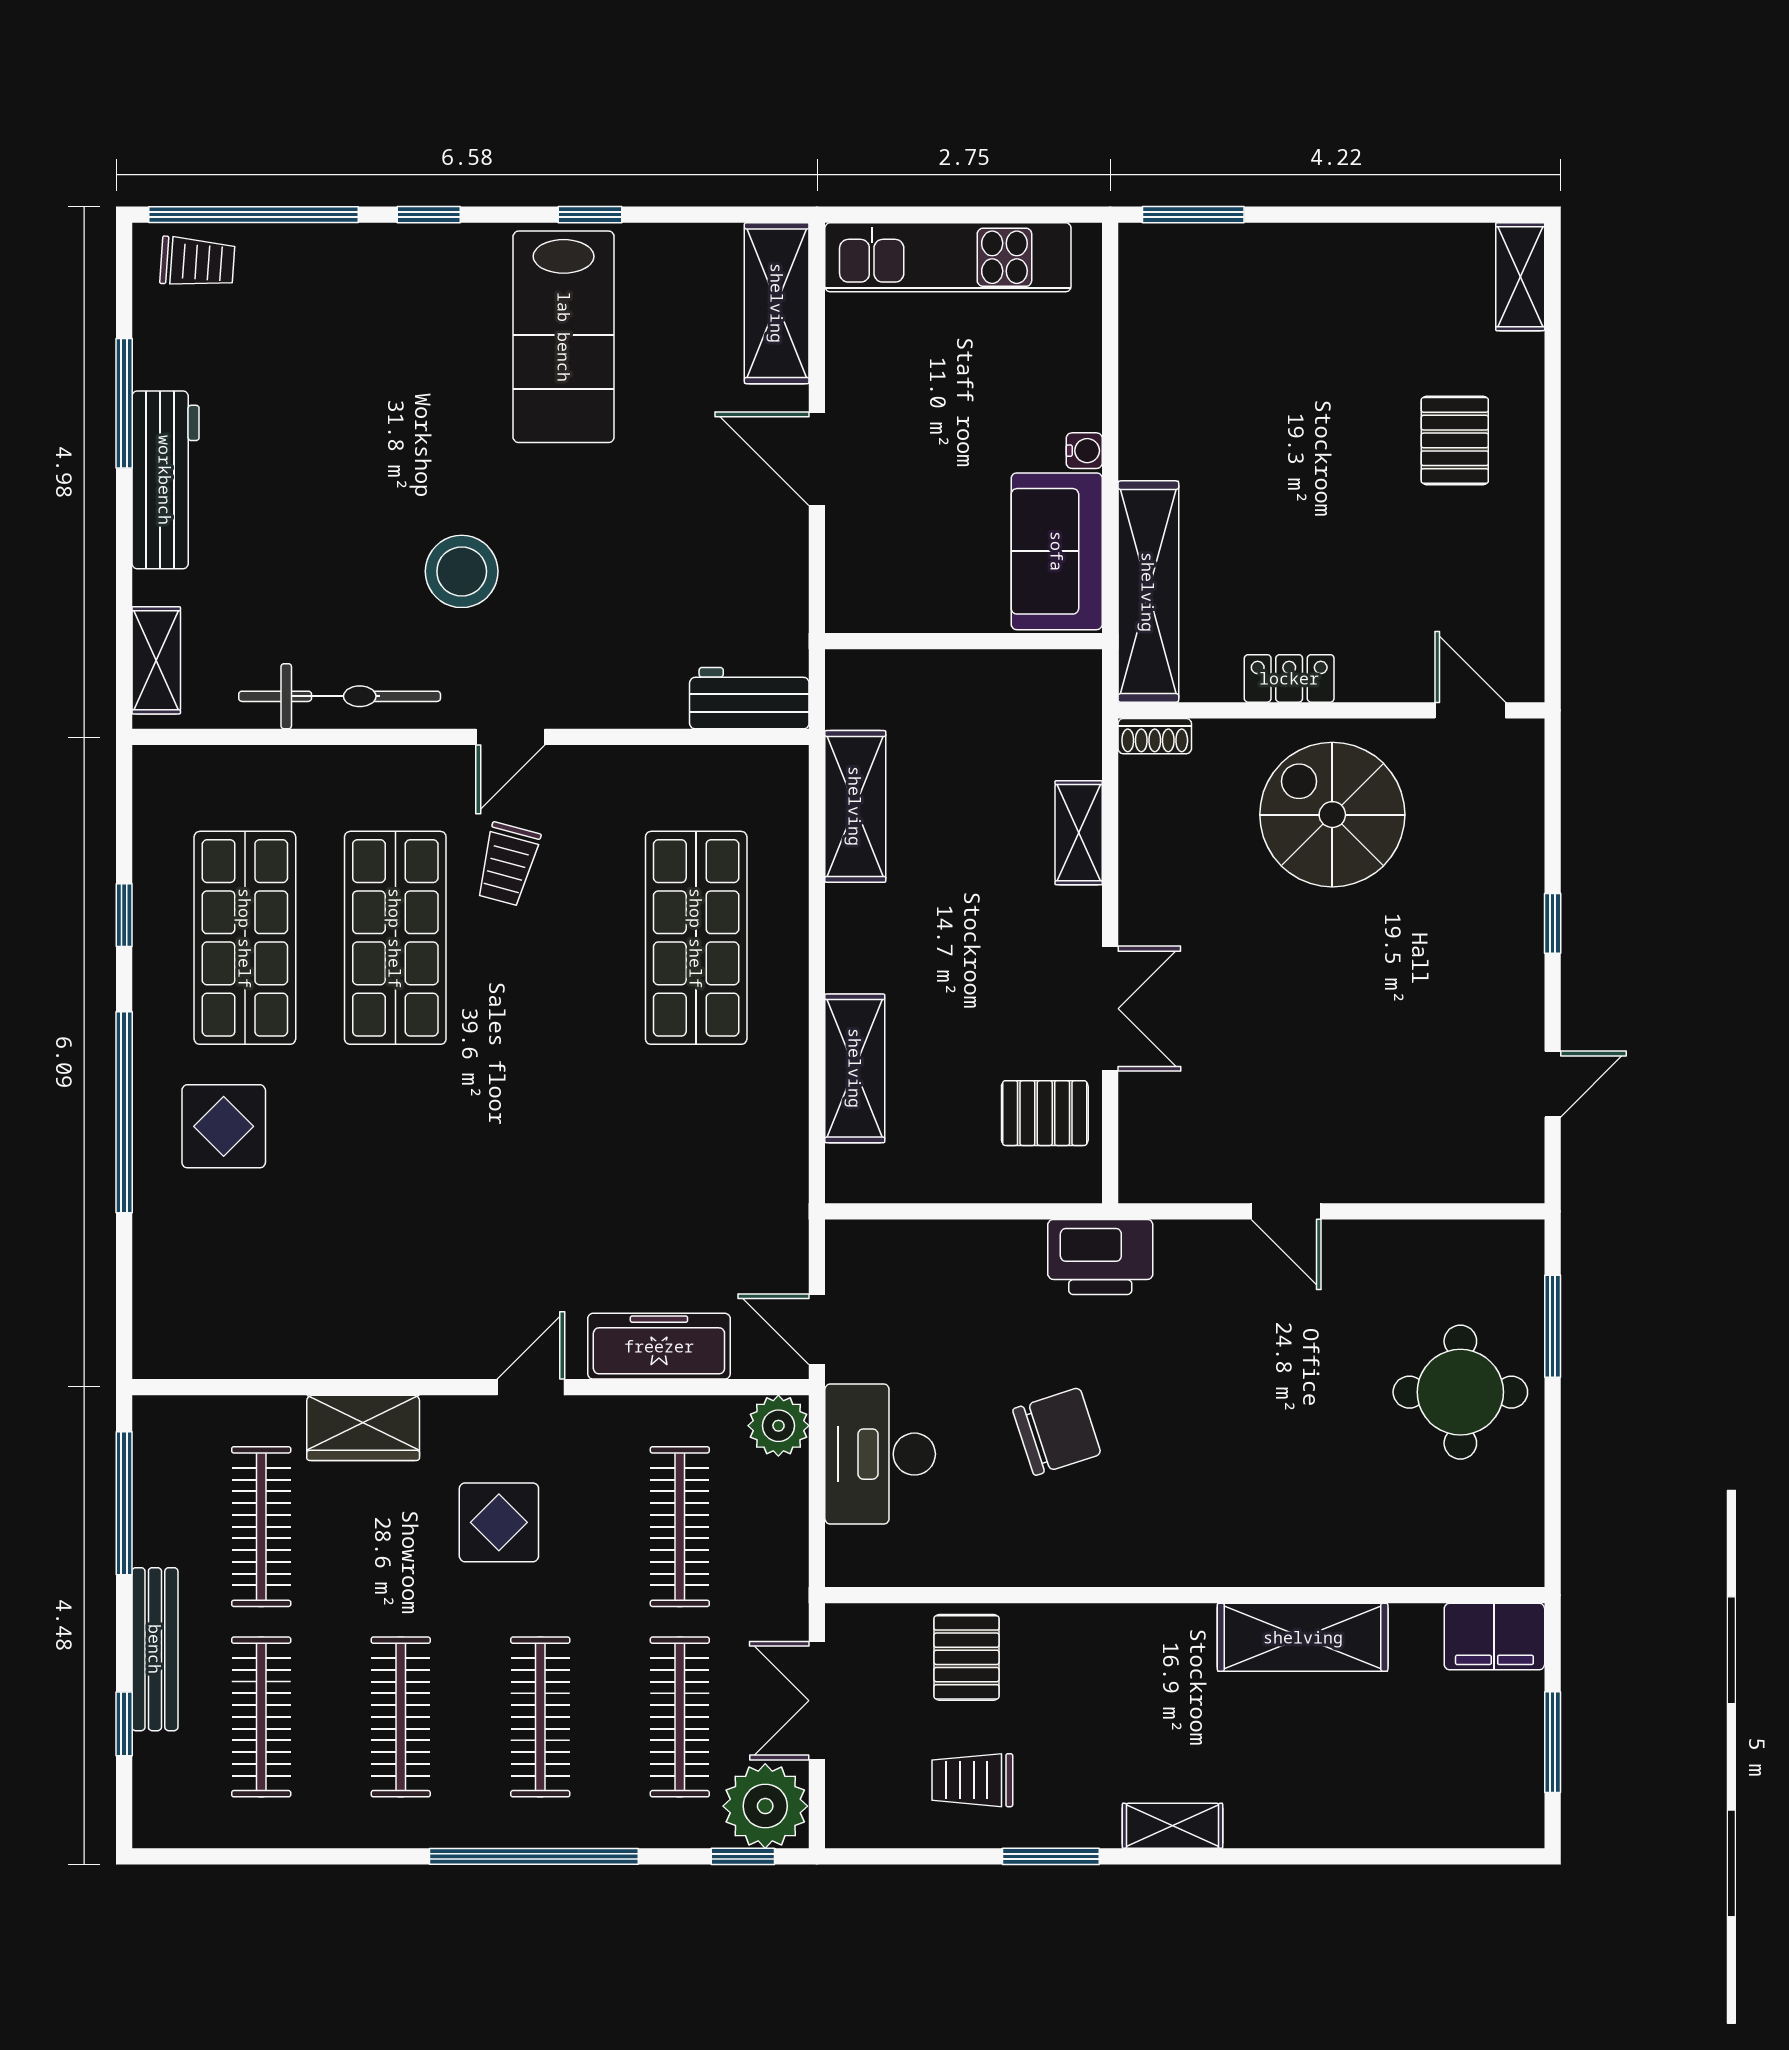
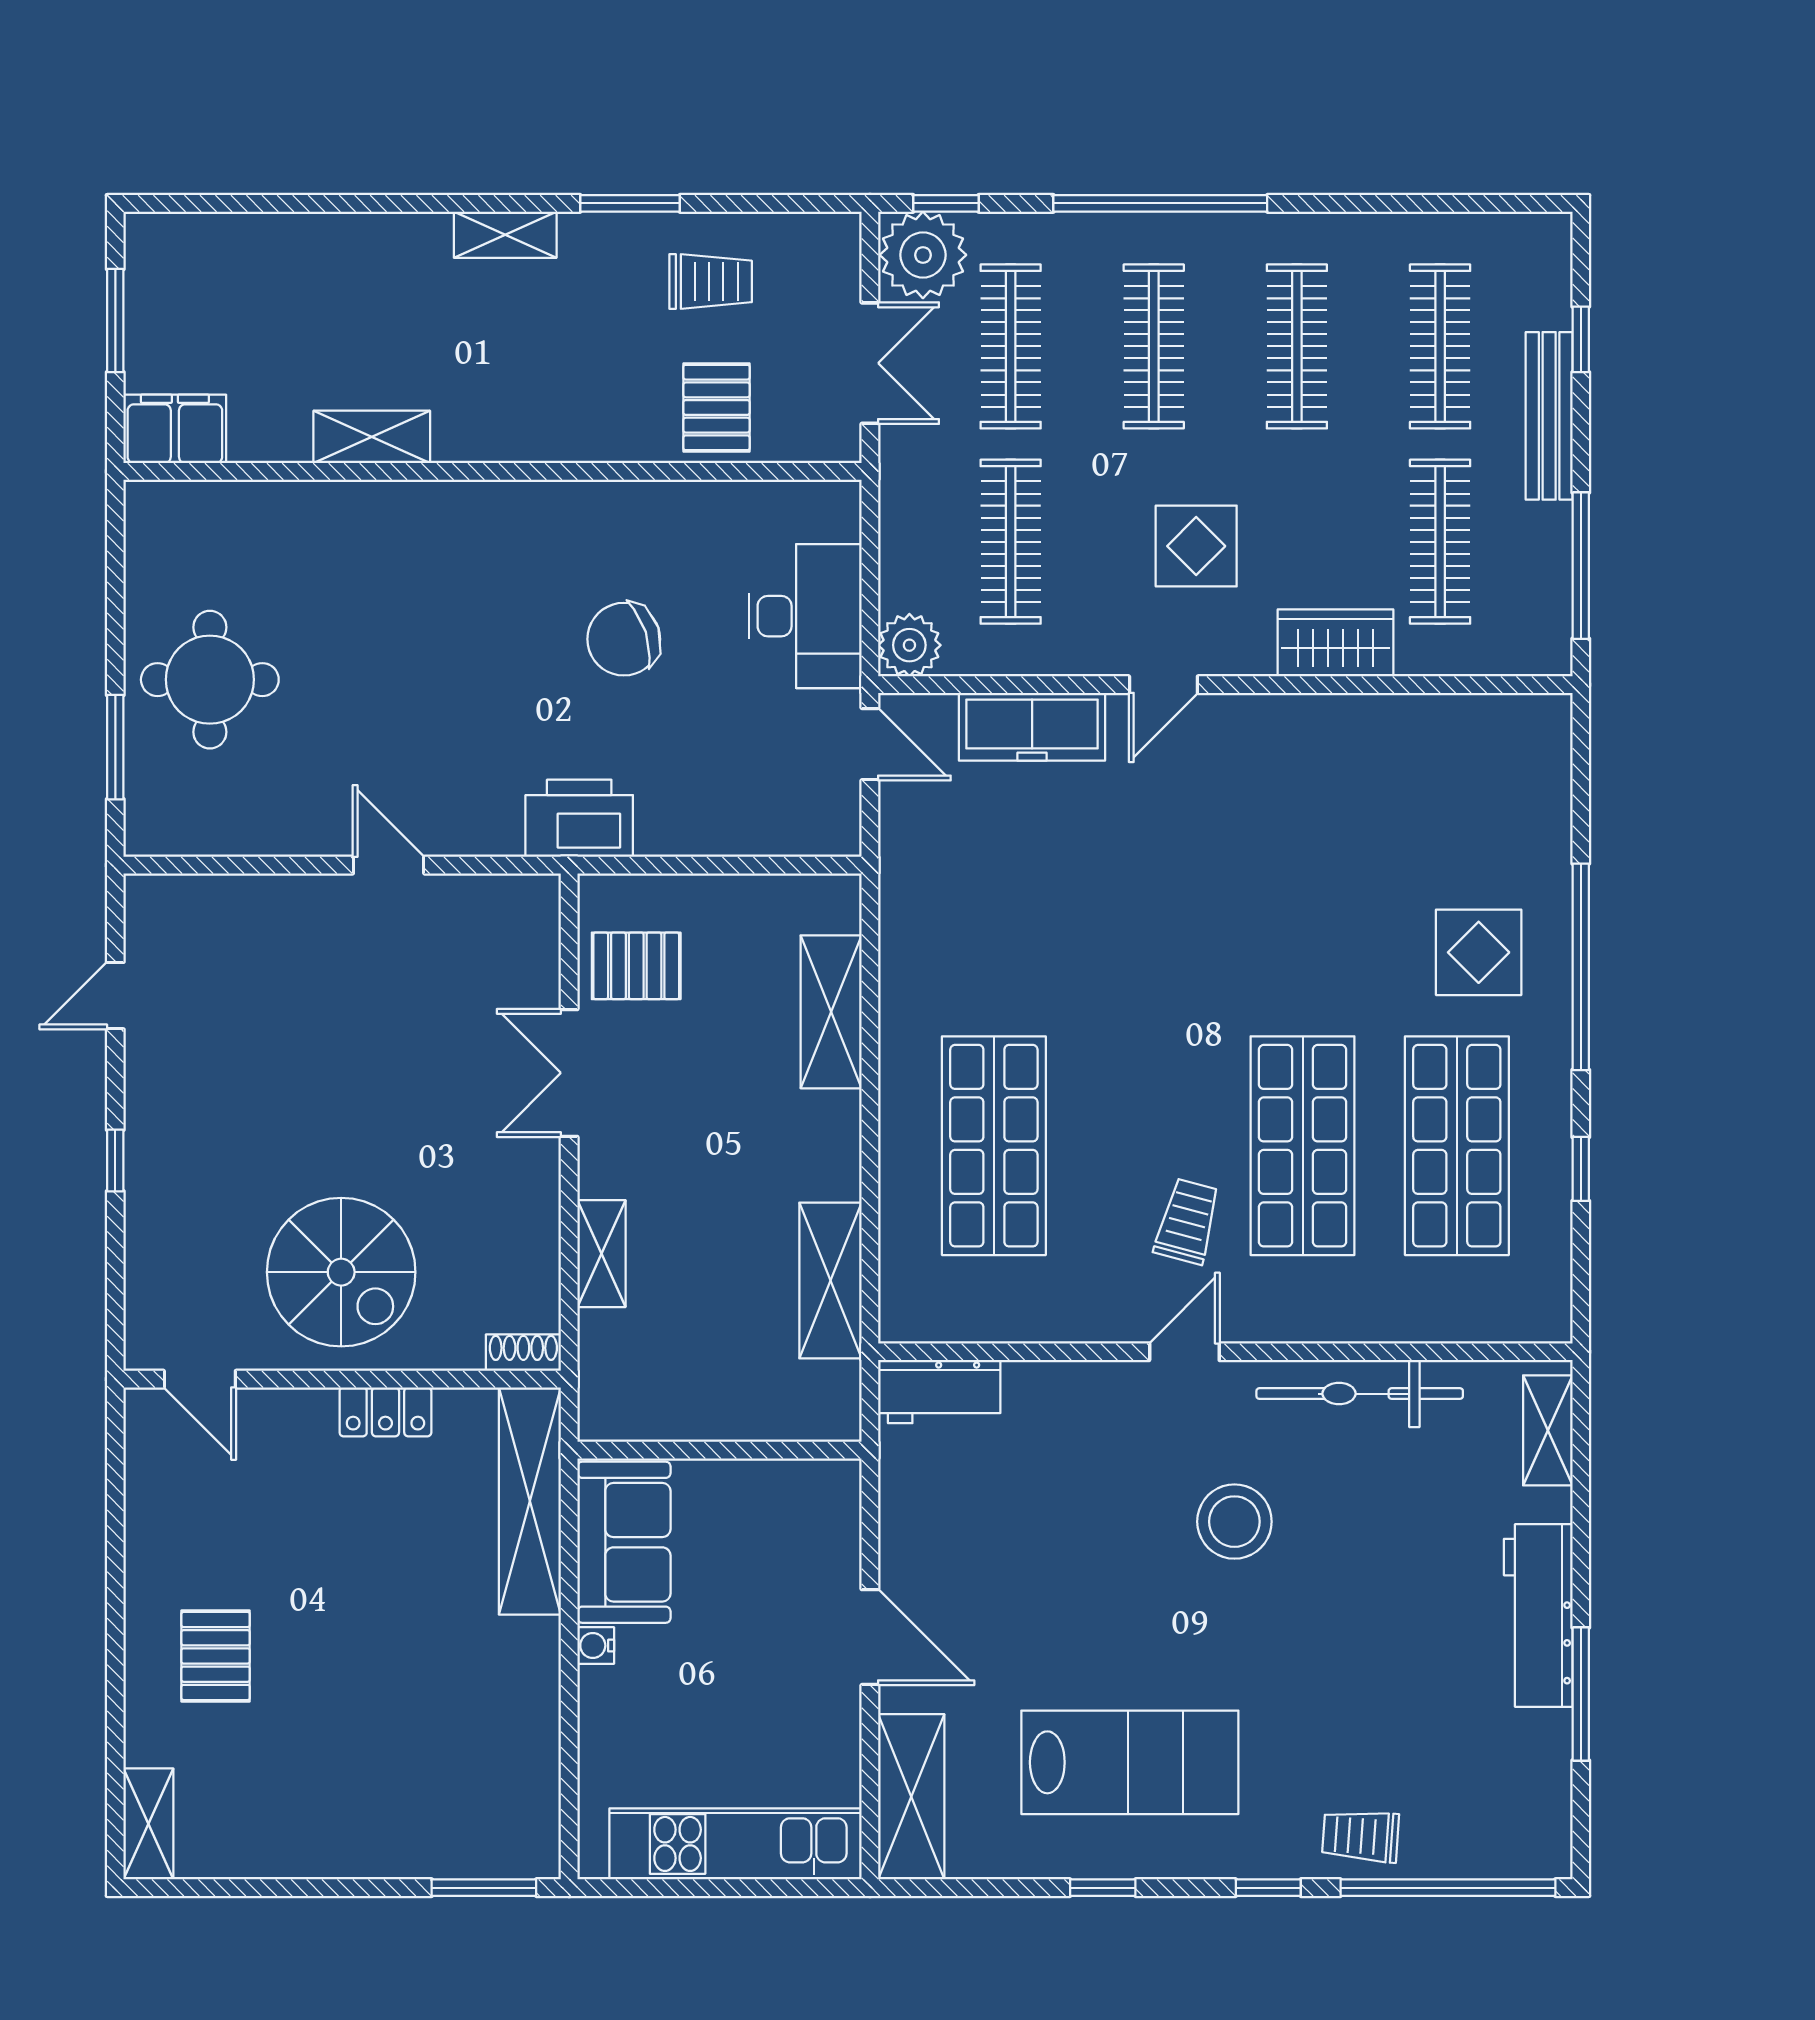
trolley: (197, 262) -> (1361, 1836), moved
lab bench: (564, 337) -> (1130, 1762), turned 90
shelving: (1303, 1637) -> (372, 437), width x0.67, depth x0.75

